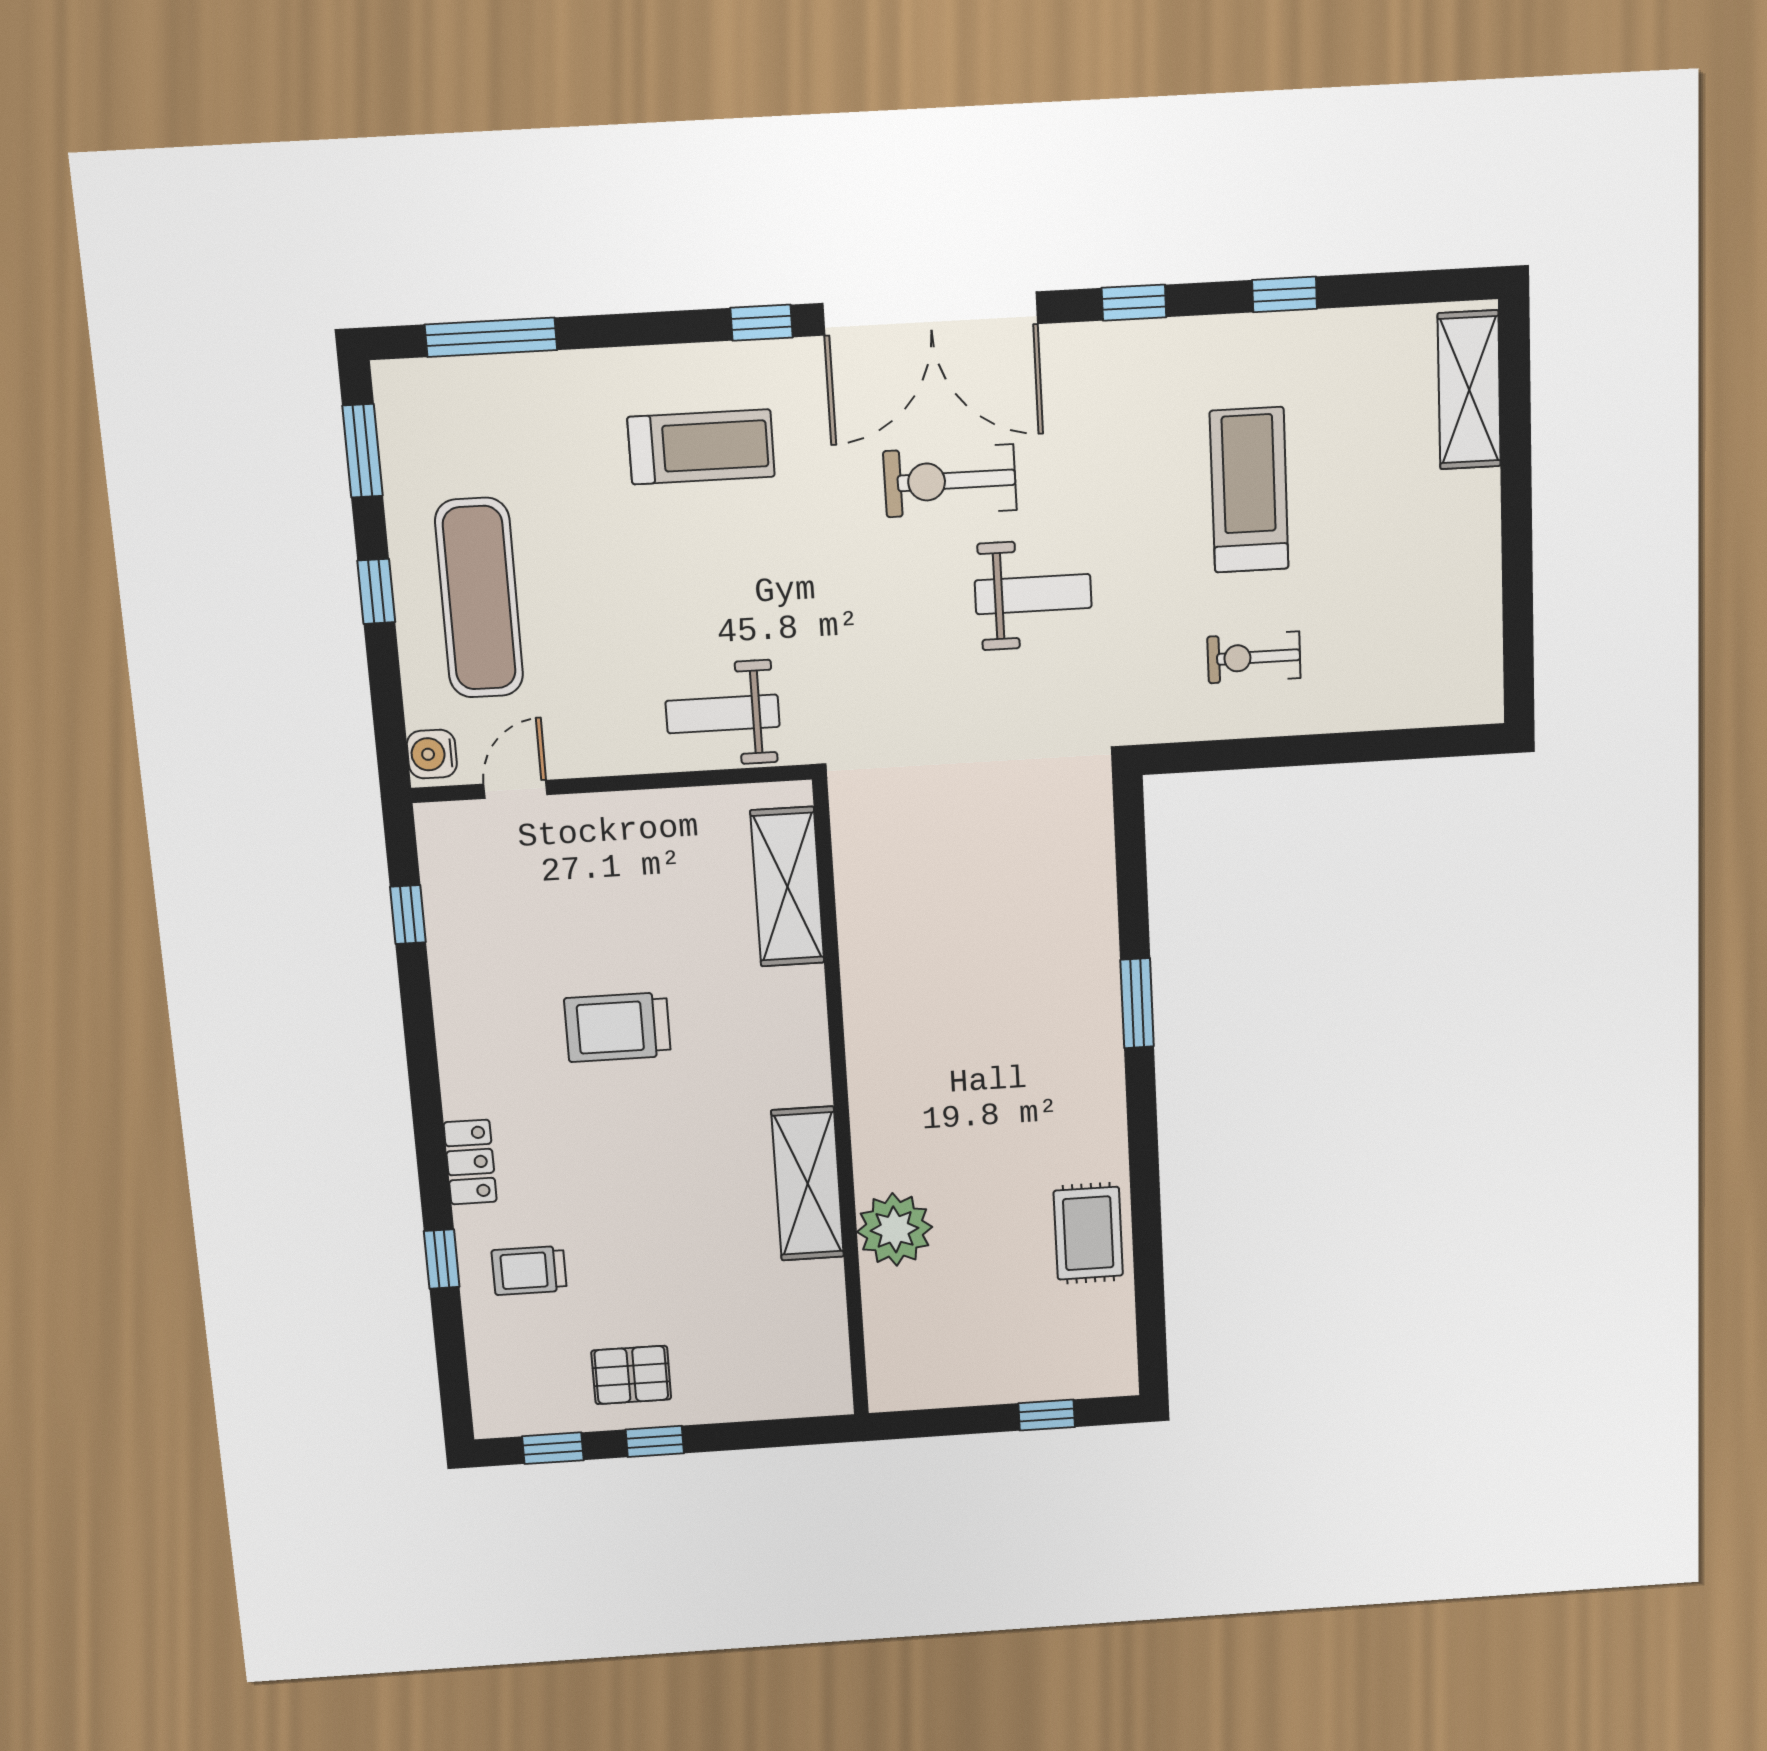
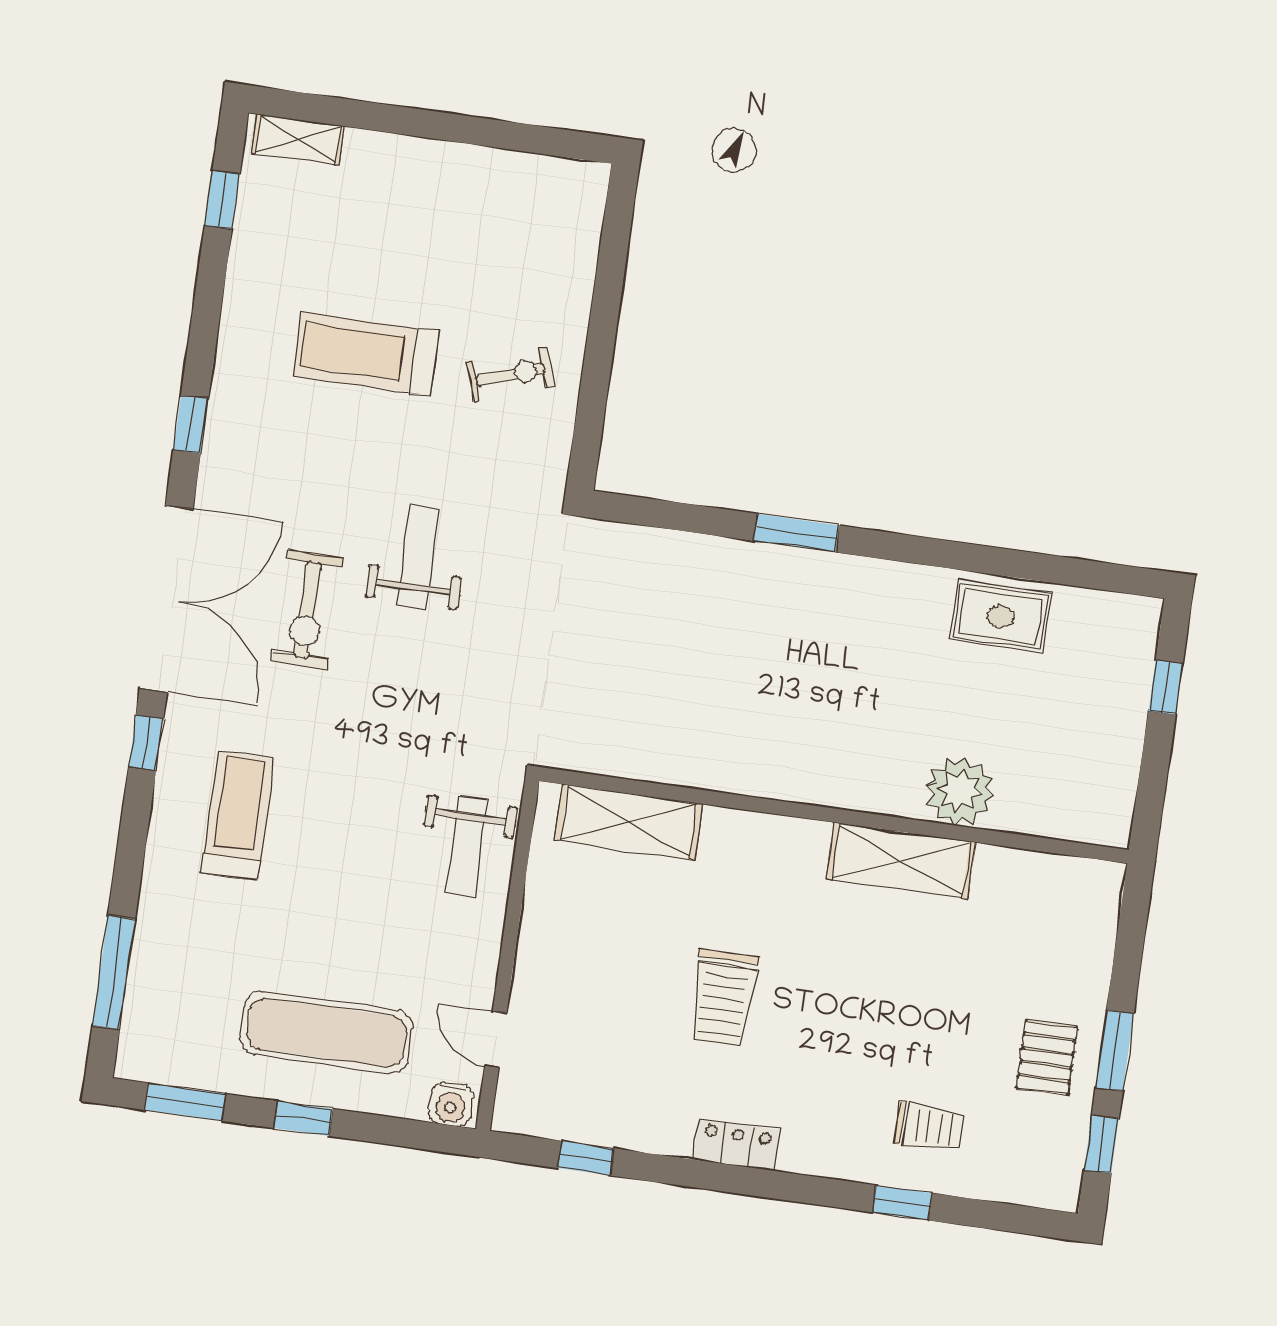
window: (1285, 294) -> (222, 200), moved
shelving: (1469, 390) -> (298, 140), width x0.67, depth x0.75
exercise bike: (1254, 657) -> (510, 375), turned -109
locker: (470, 1162) -> (737, 1145), moved
trolley: (529, 1270) -> (929, 1127), turned -90
window: (655, 1441) -> (1115, 1050), width x1.50

